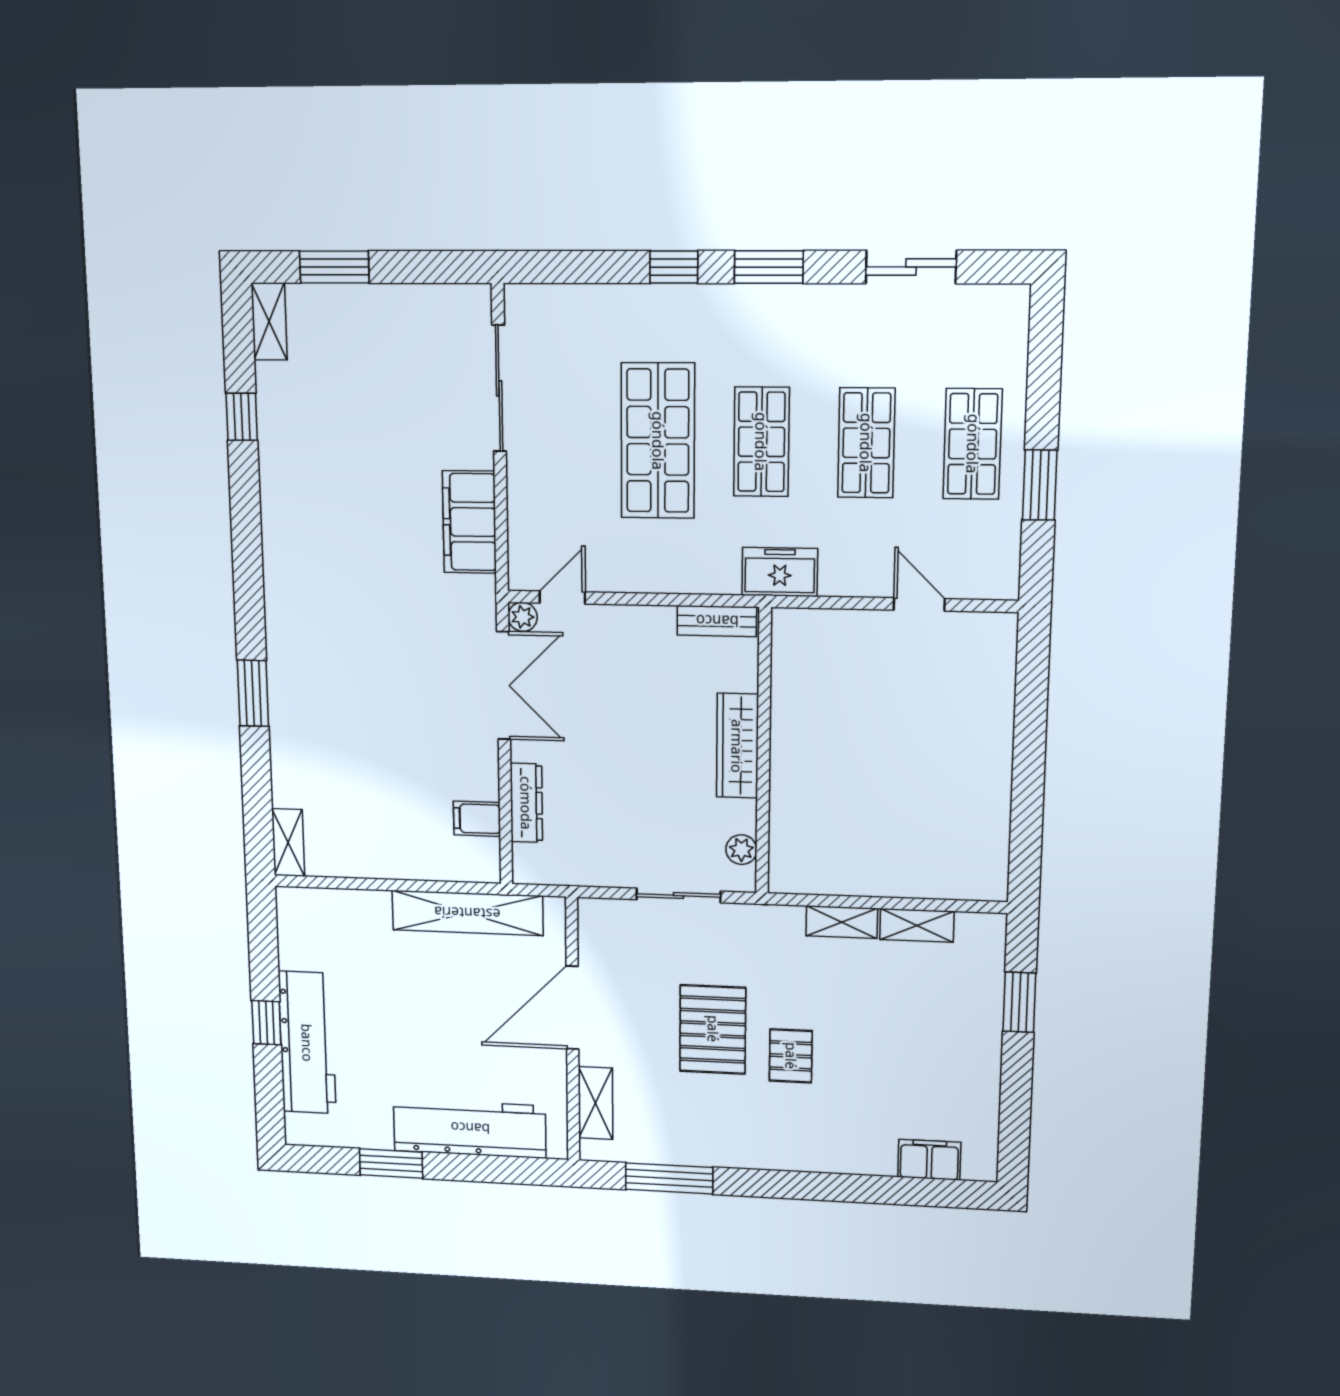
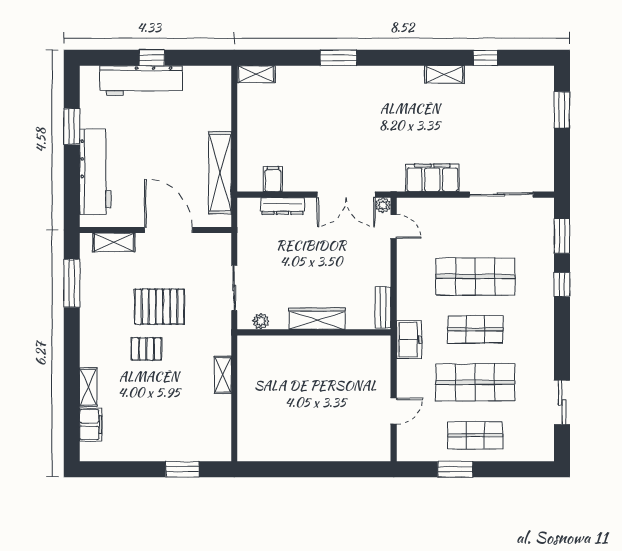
window: (769, 267) -> (562, 236), moved
shelving: (269, 322) -> (444, 74), moved
shop shelf: (866, 443) -> (475, 382), width x1.43, depth x1.36
shelving: (917, 925) -> (88, 387), moved

